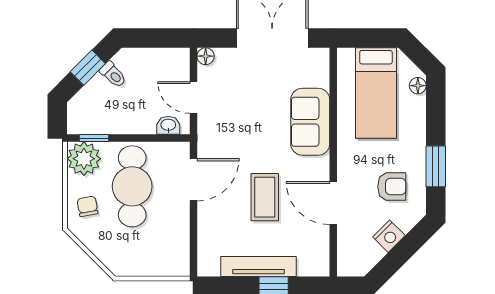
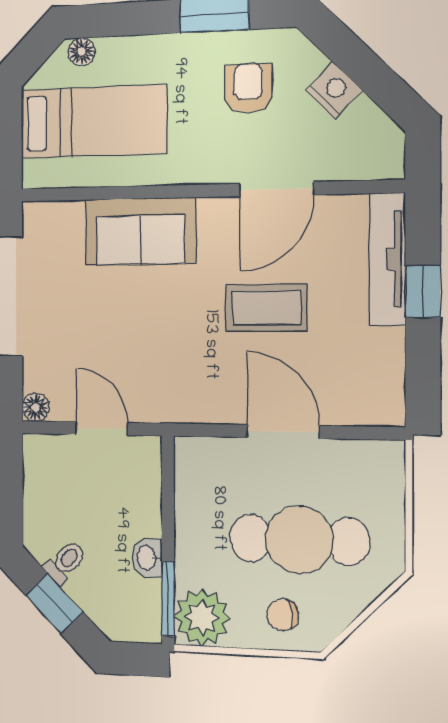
door: (193, 98) -> (102, 429), swing flipped
washbasin: (168, 125) -> (147, 558), moved
window: (94, 138) -> (168, 599), width x1.50
door: (193, 180) -> (283, 432), moved
cafe table: (132, 186) -> (299, 540), moved
tv unit: (258, 266) -> (387, 259), moved

